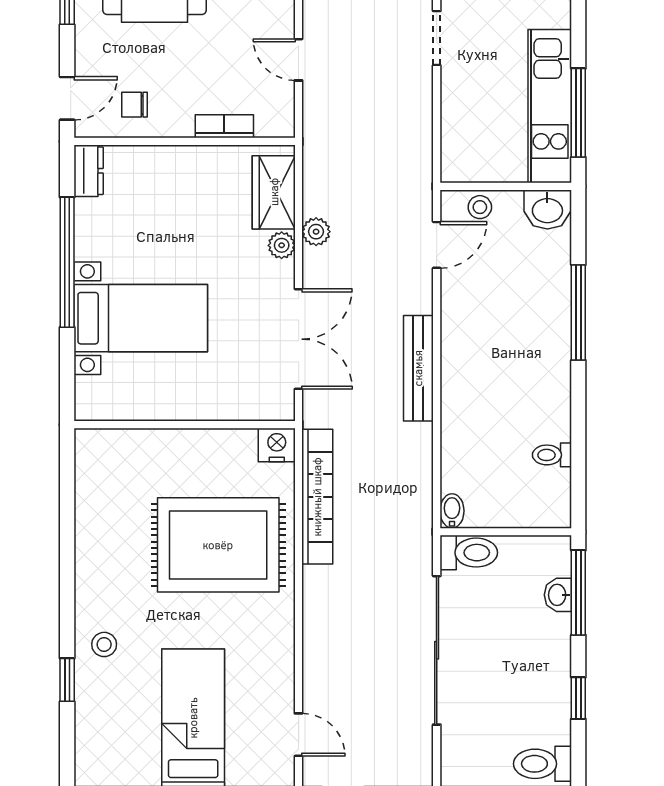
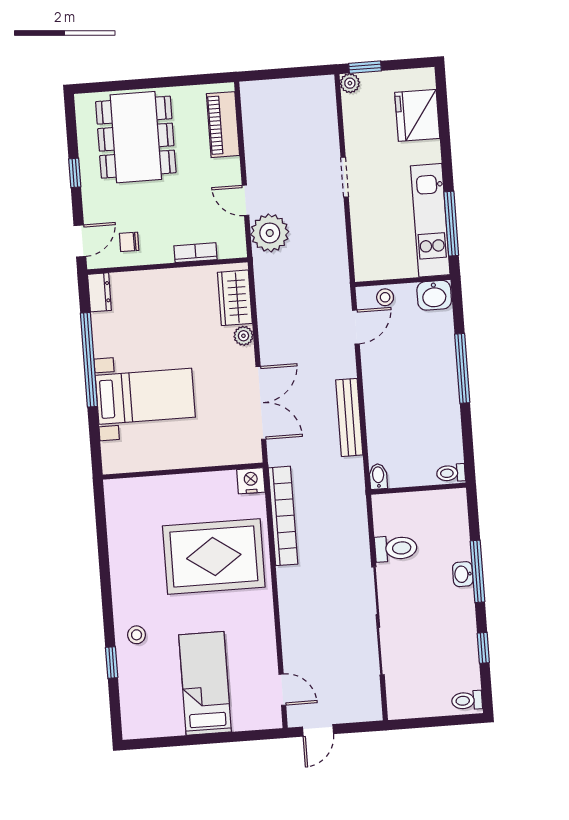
plant: (316, 232) -> (270, 233), moved, width x1.87, depth x1.87
bidet: (452, 511) -> (378, 476), moved
wall: (506, 532) -> (418, 489), moved
toilet: (543, 764) -> (467, 700), width x0.73, depth x0.72

